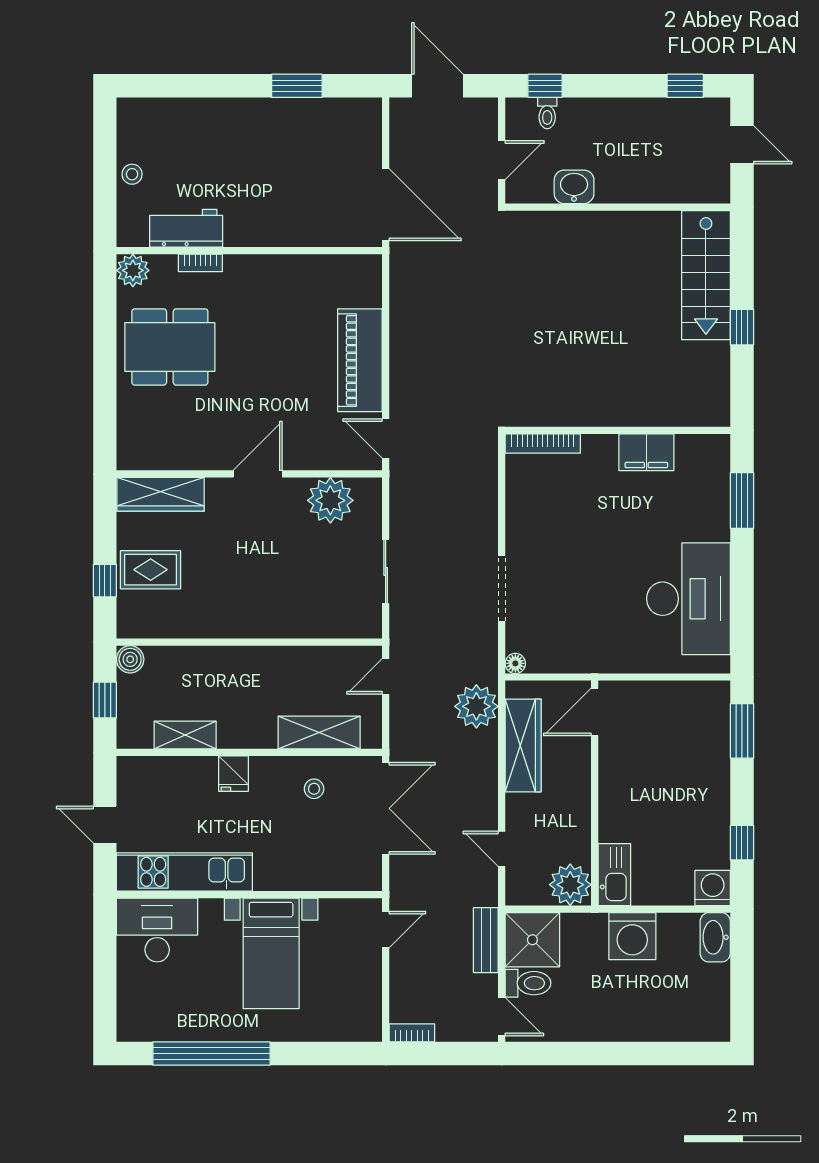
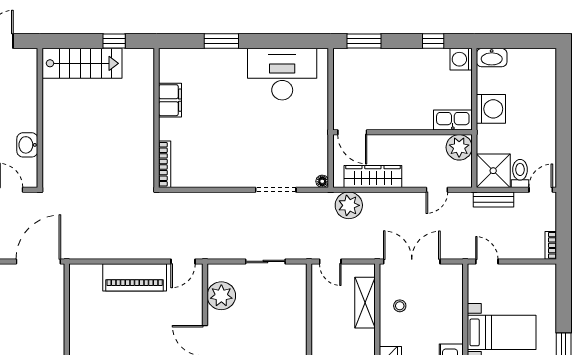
wall: (618, 430) -> (157, 118), moved
bookcase: (543, 444) -> (165, 164), moved
filing cabinet: (646, 452) -> (170, 100), moved

